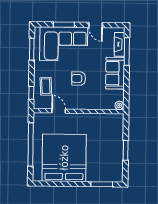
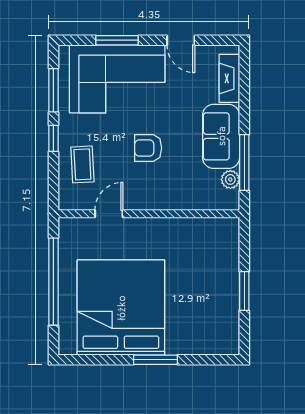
window: (127, 51) -> (244, 162), moved
window: (31, 93) -> (53, 138), moved
plant: (119, 105) -> (230, 179), moved
door: (59, 111) -> (109, 214), hinge flipped
window: (102, 184) -> (155, 360), moved

